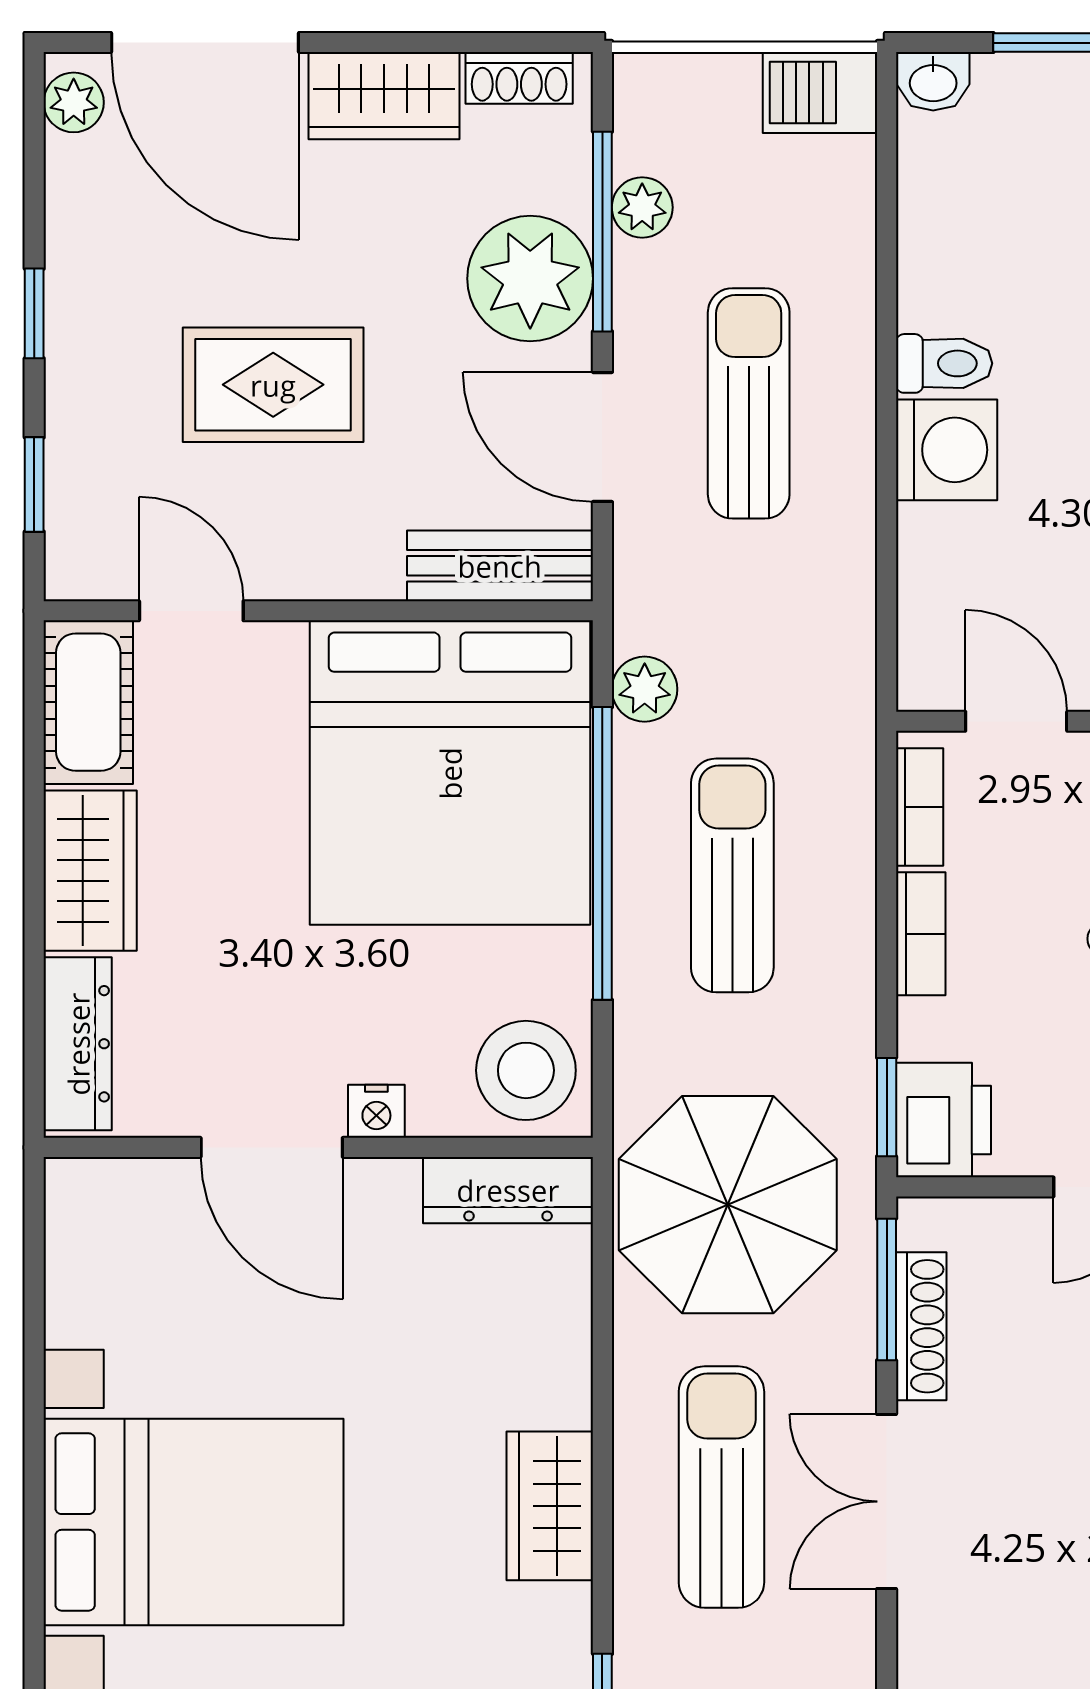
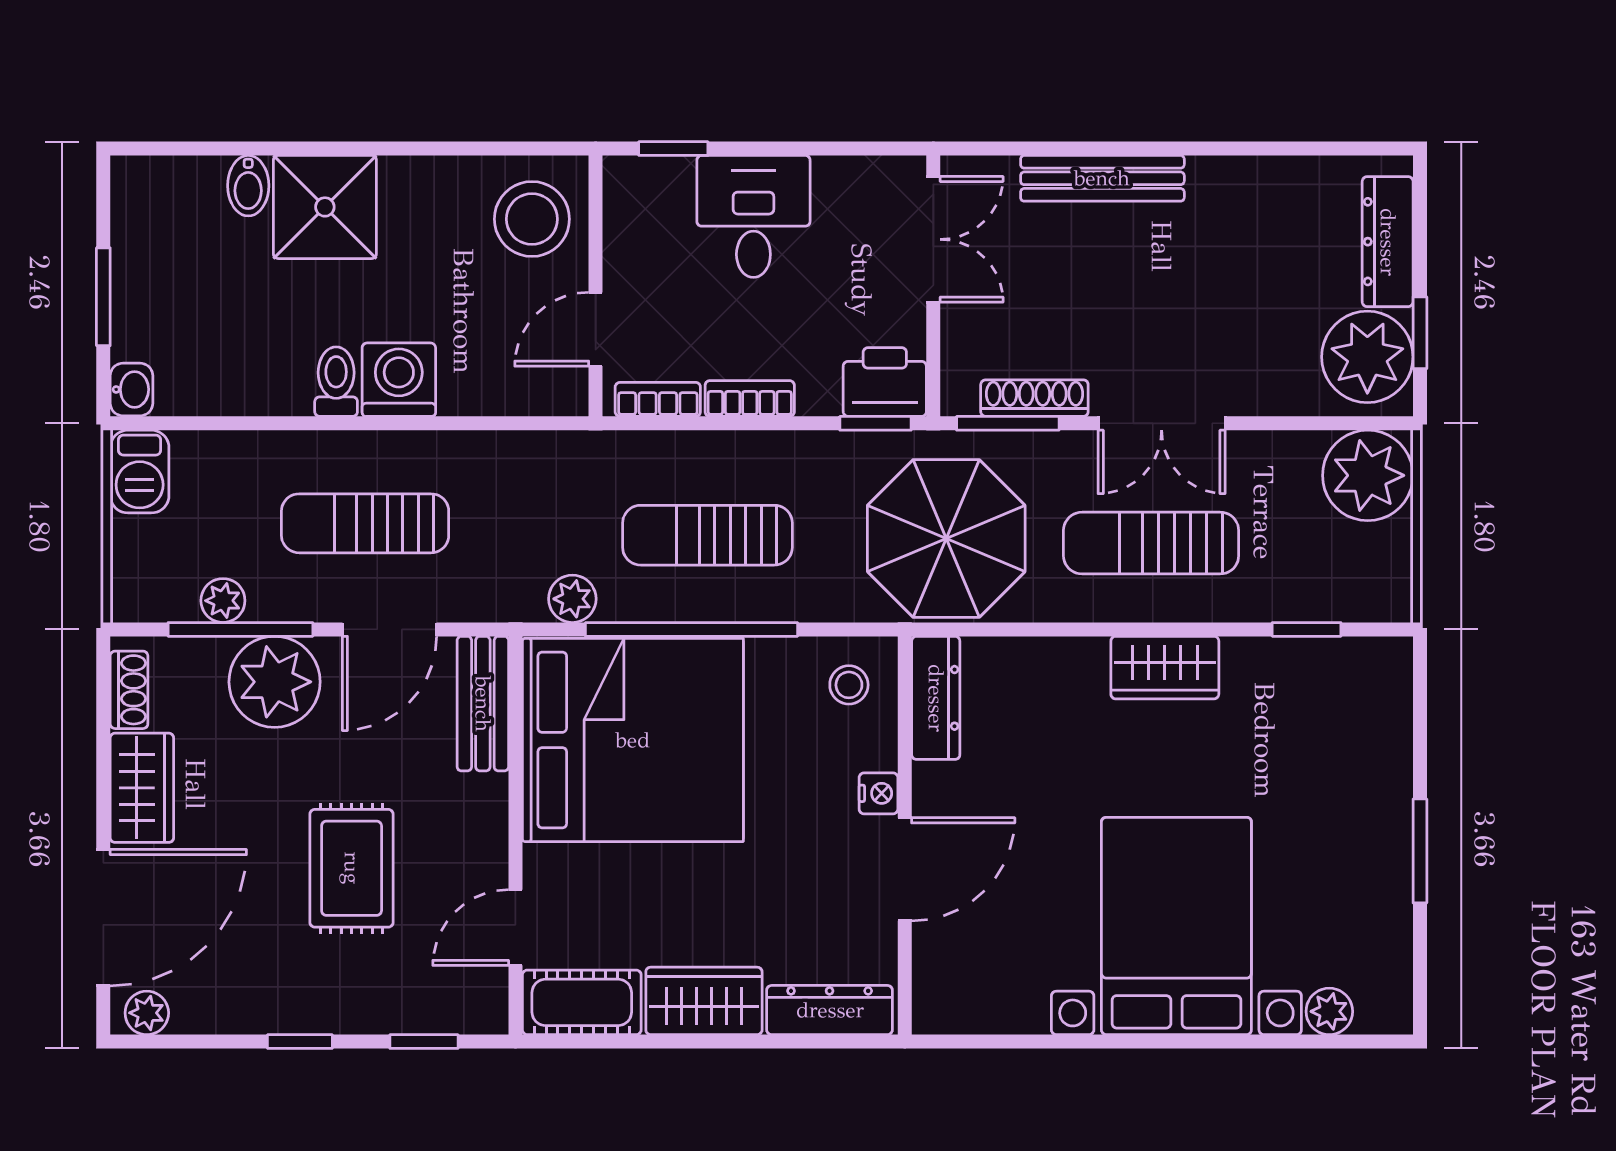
stool: (526, 1070) -> (849, 685), width x0.53, depth x0.53

